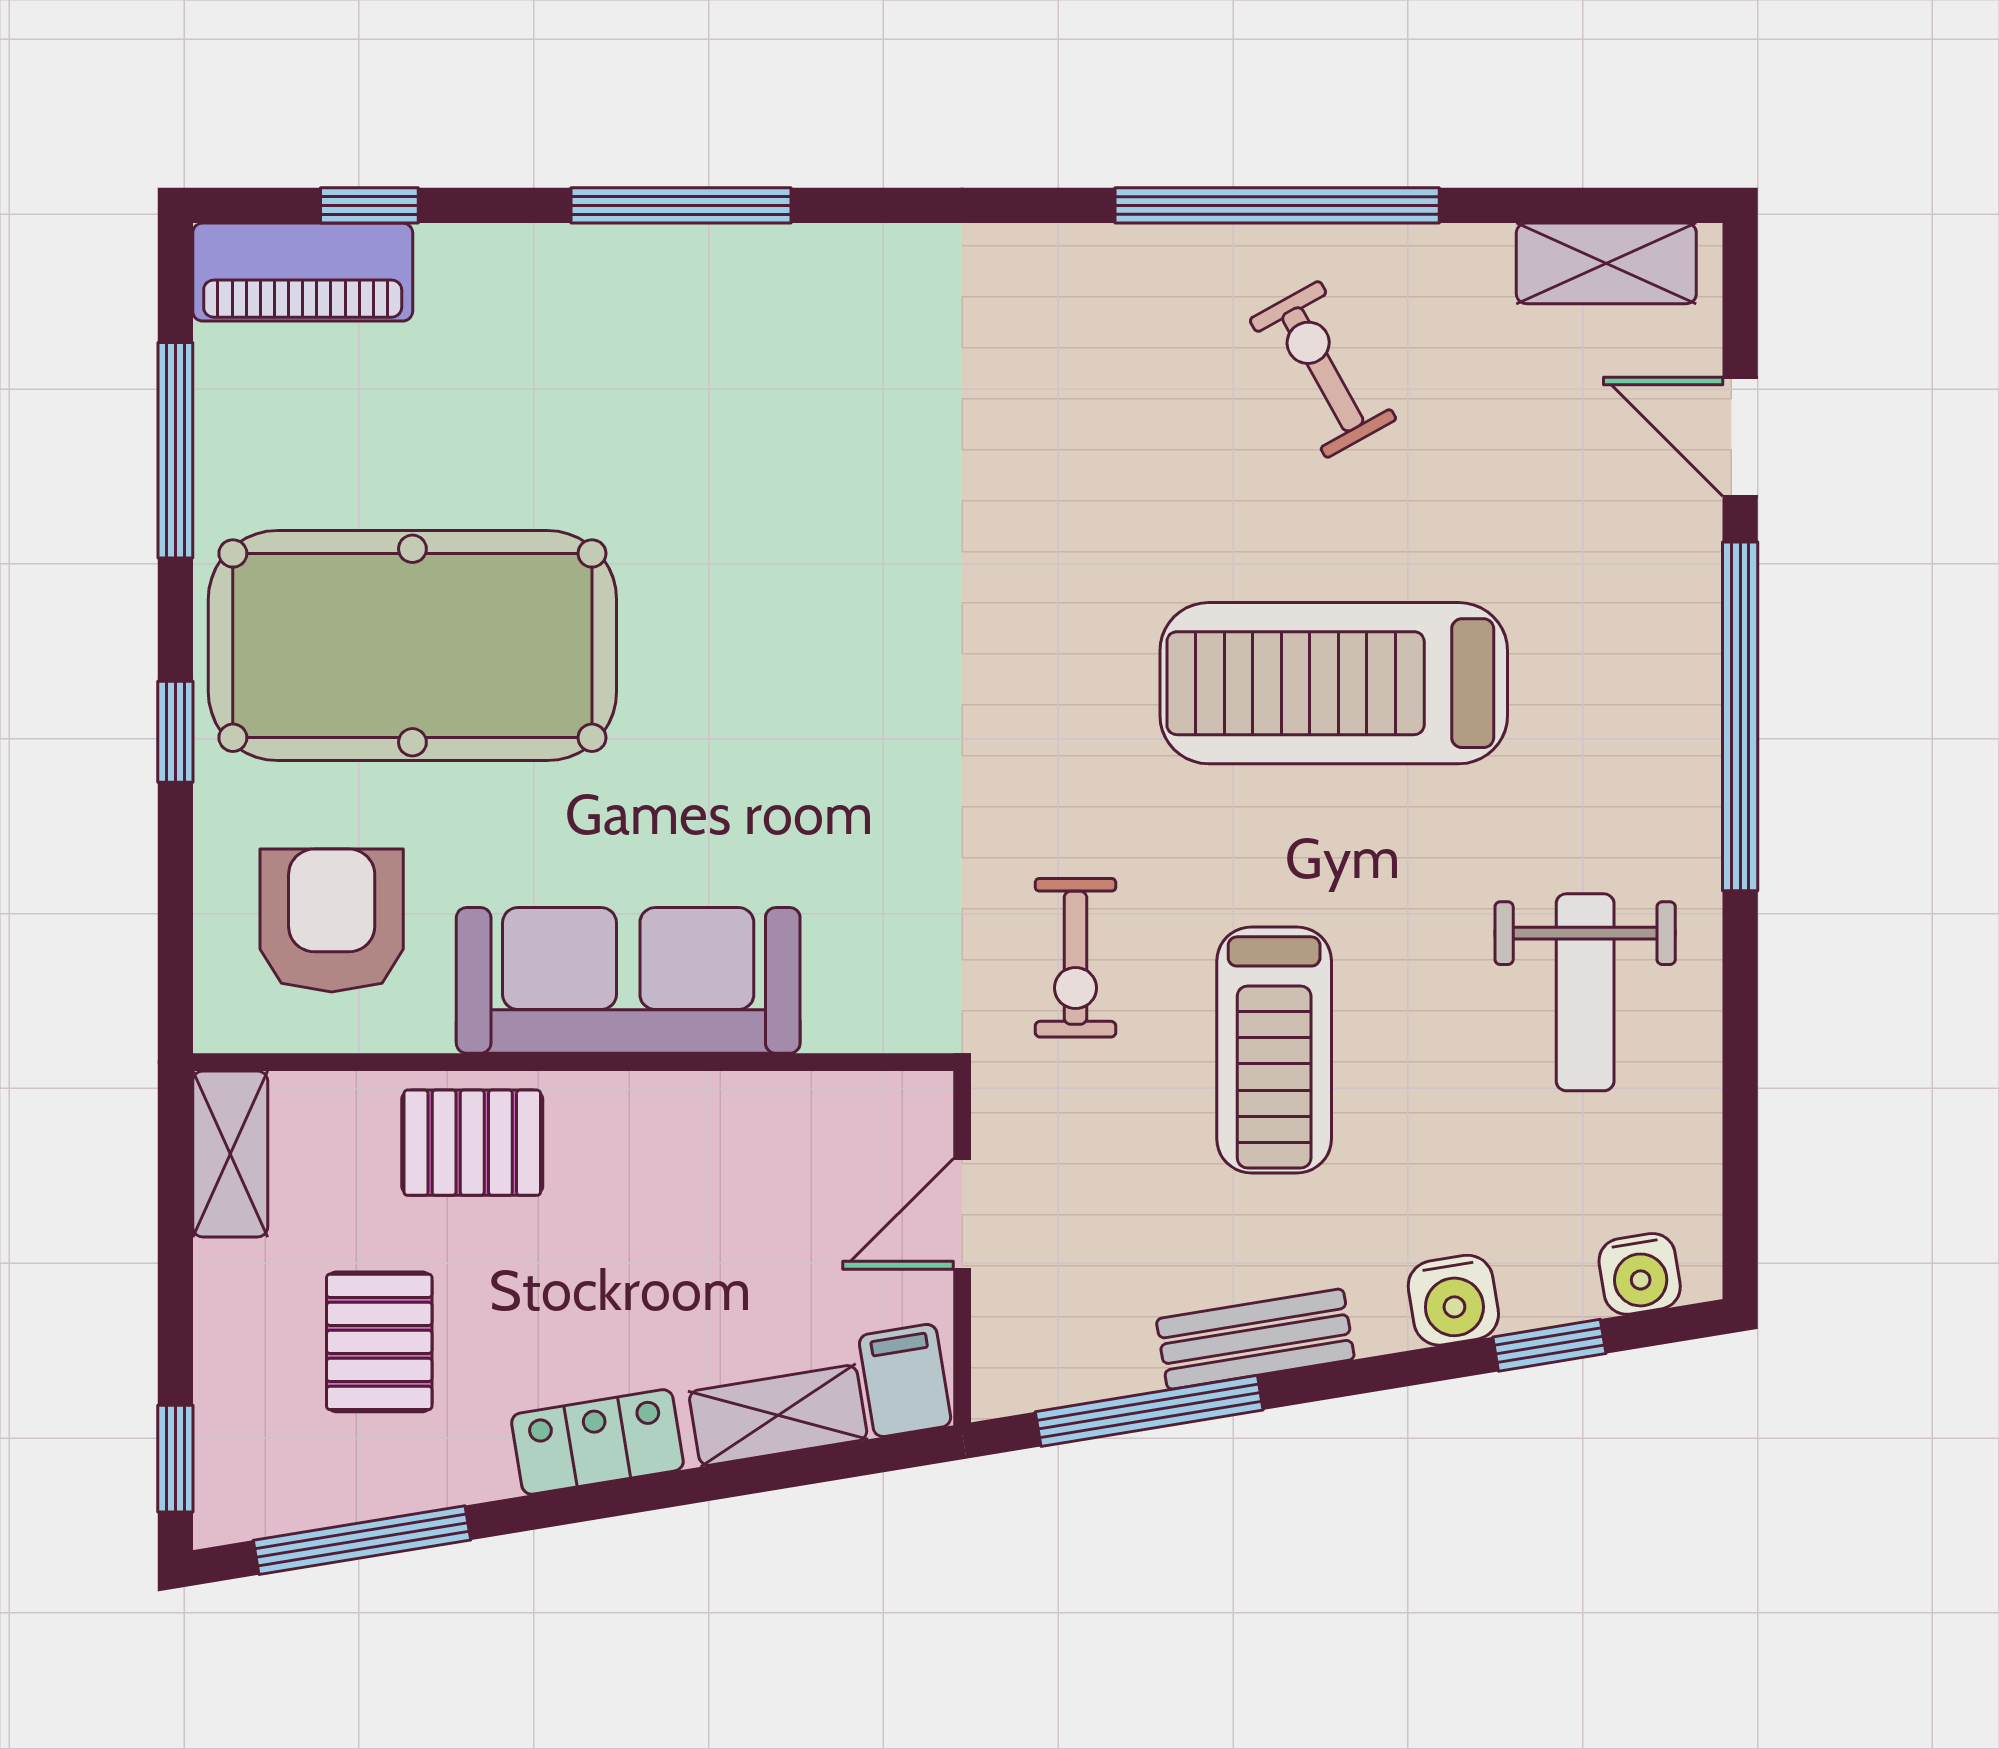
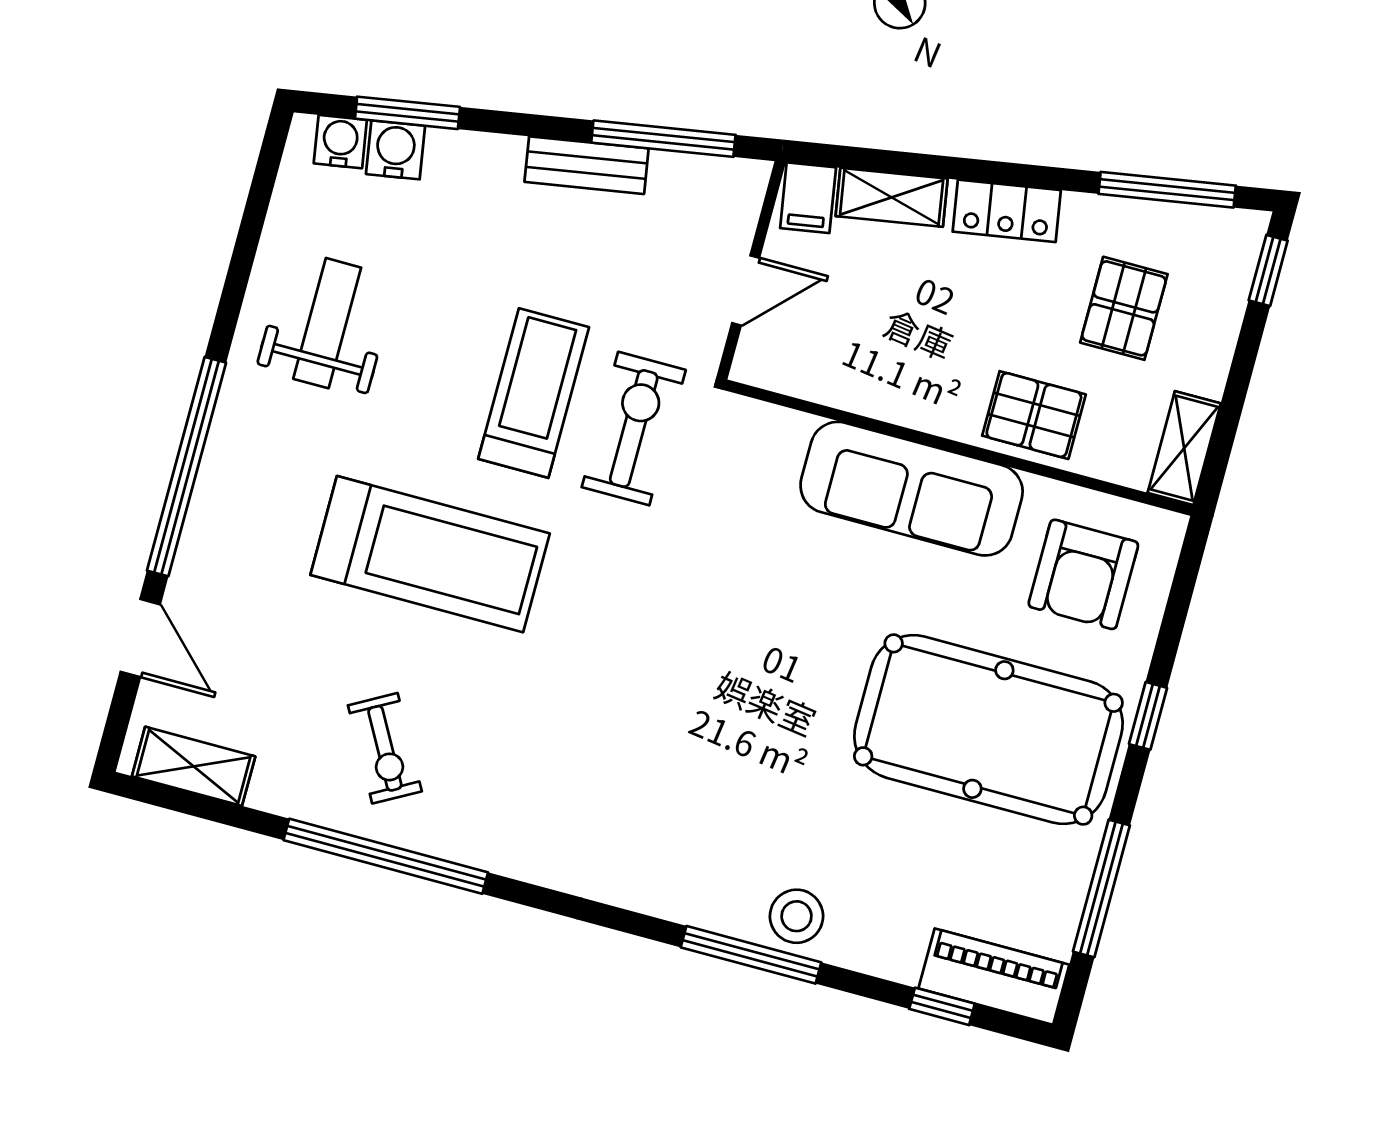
stool: (628, 283) -> (797, 916), added
exercise bike: (1075, 958) -> (634, 429), width x1.38, depth x1.39
treadmill: (1274, 1050) -> (534, 393), moved
water cooler: (1453, 1300) -> (396, 150), moved
window: (1549, 1345) -> (407, 113), width x1.50

